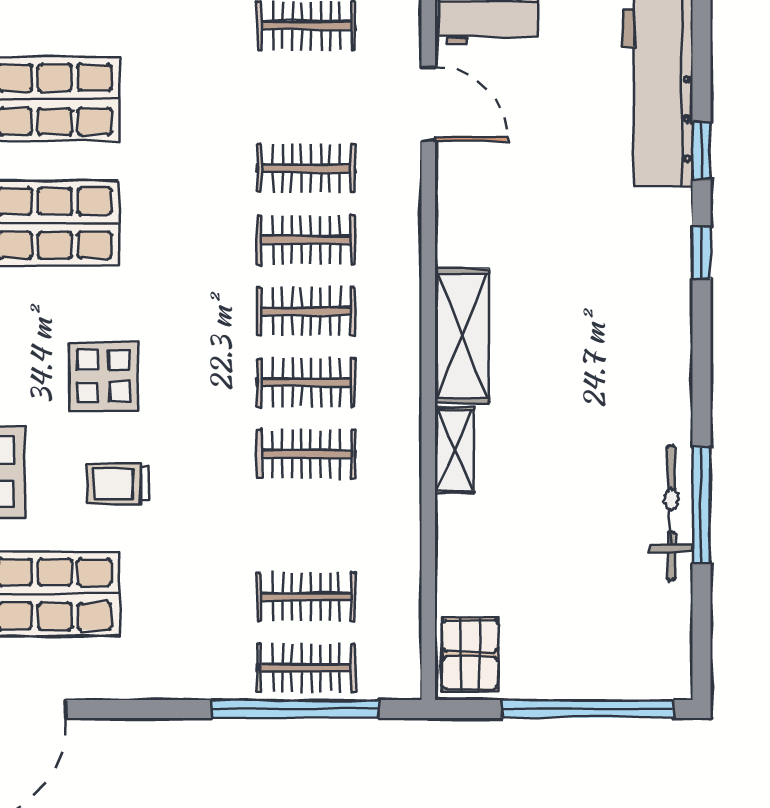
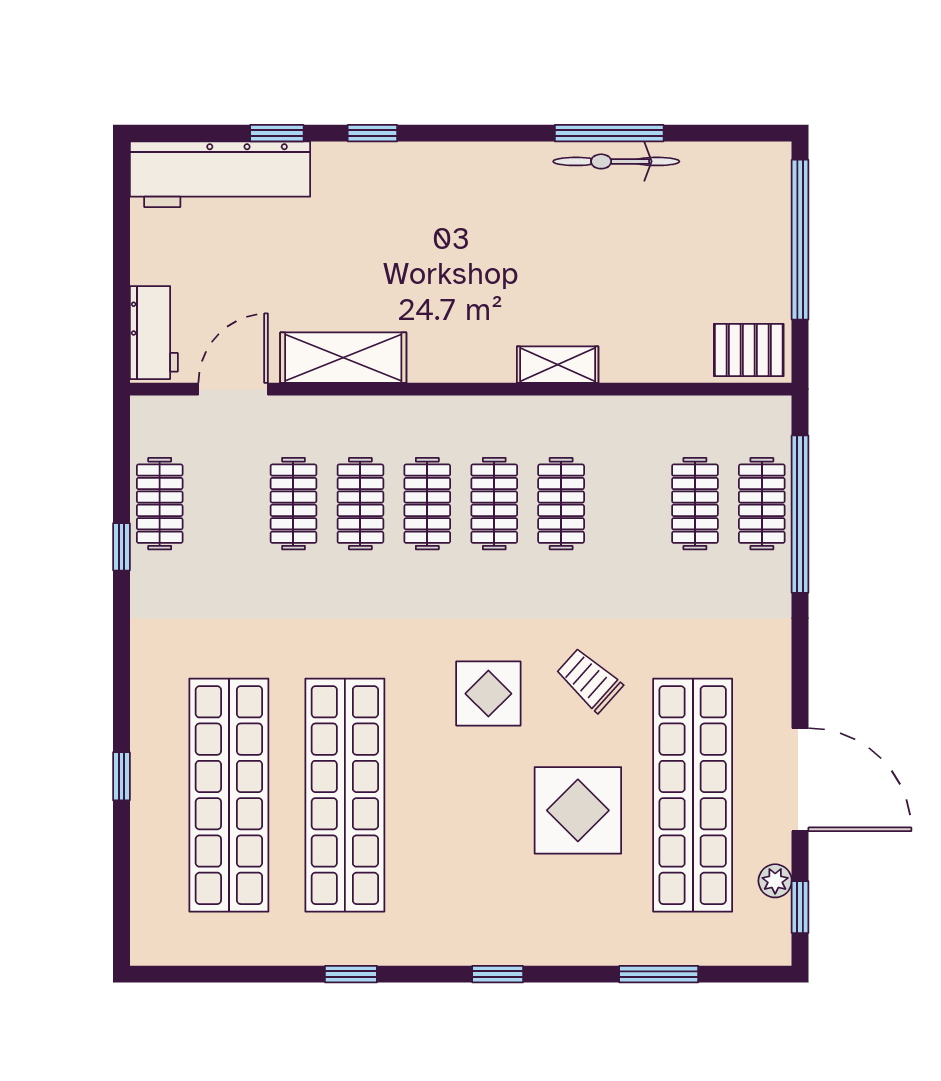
shelving: (462, 336) -> (343, 358), moved
trolley: (118, 484) -> (589, 680), turned 132

